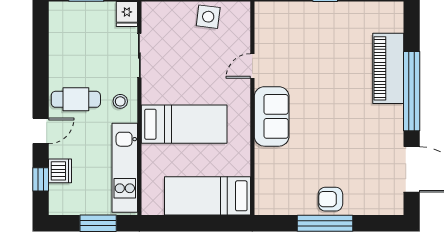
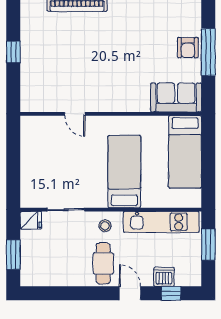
side table: (208, 17) -> (33, 151), removed
sofa: (272, 116) -> (176, 97), moved

